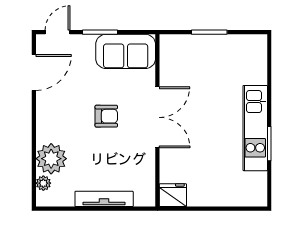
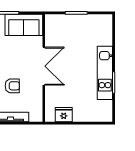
armchair: (106, 116) -> (12, 86), moved
fridge: (173, 195) -> (64, 115), moved

